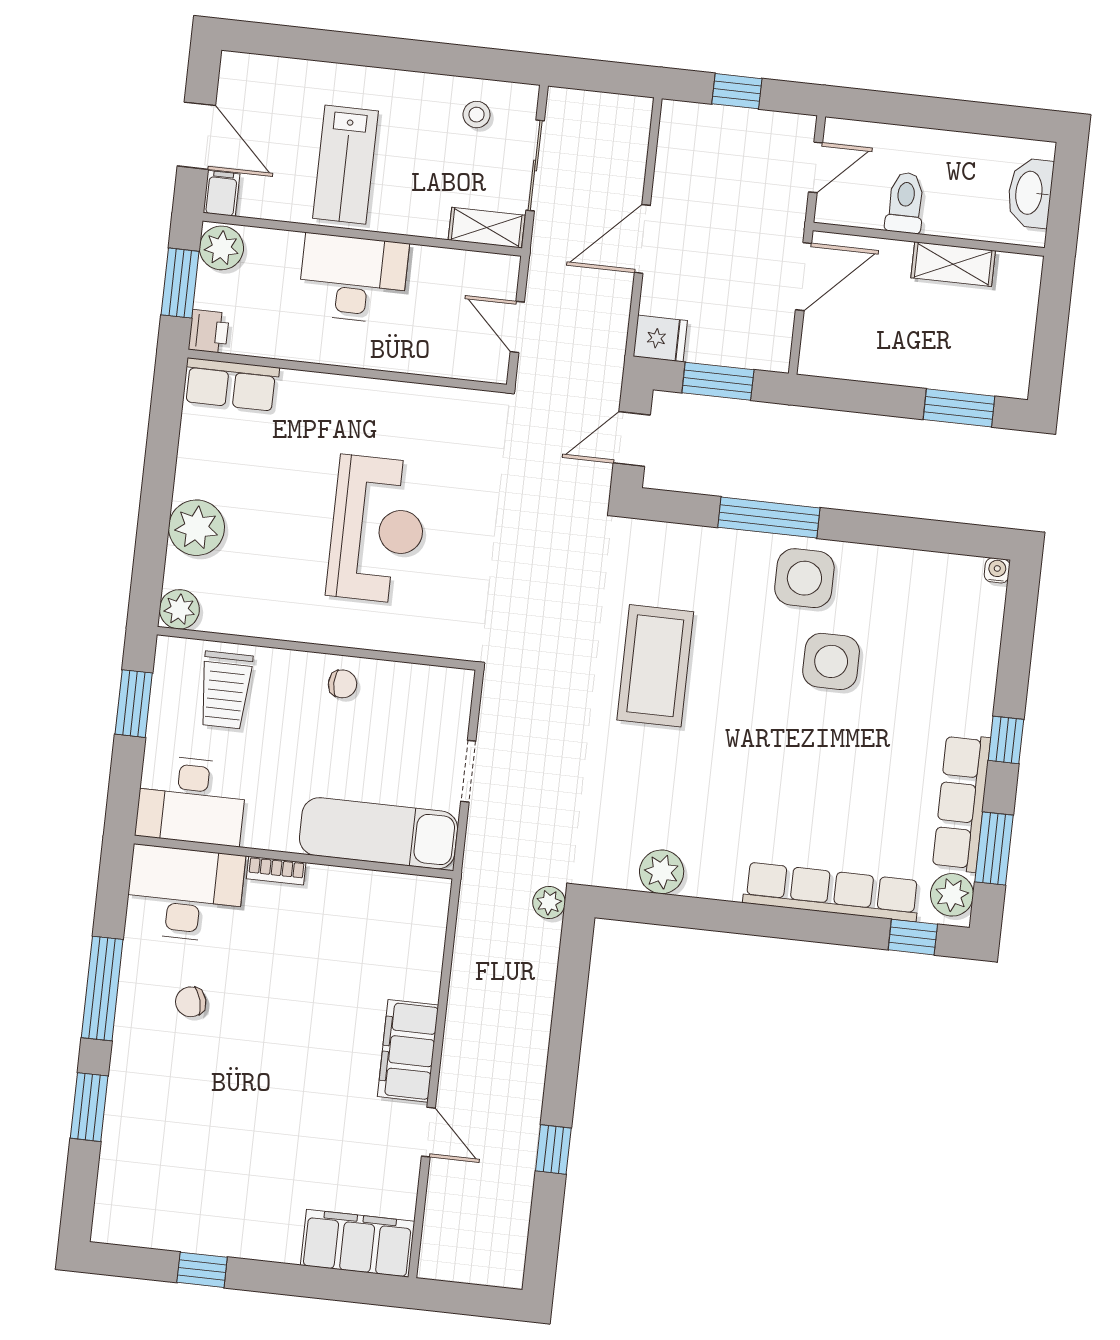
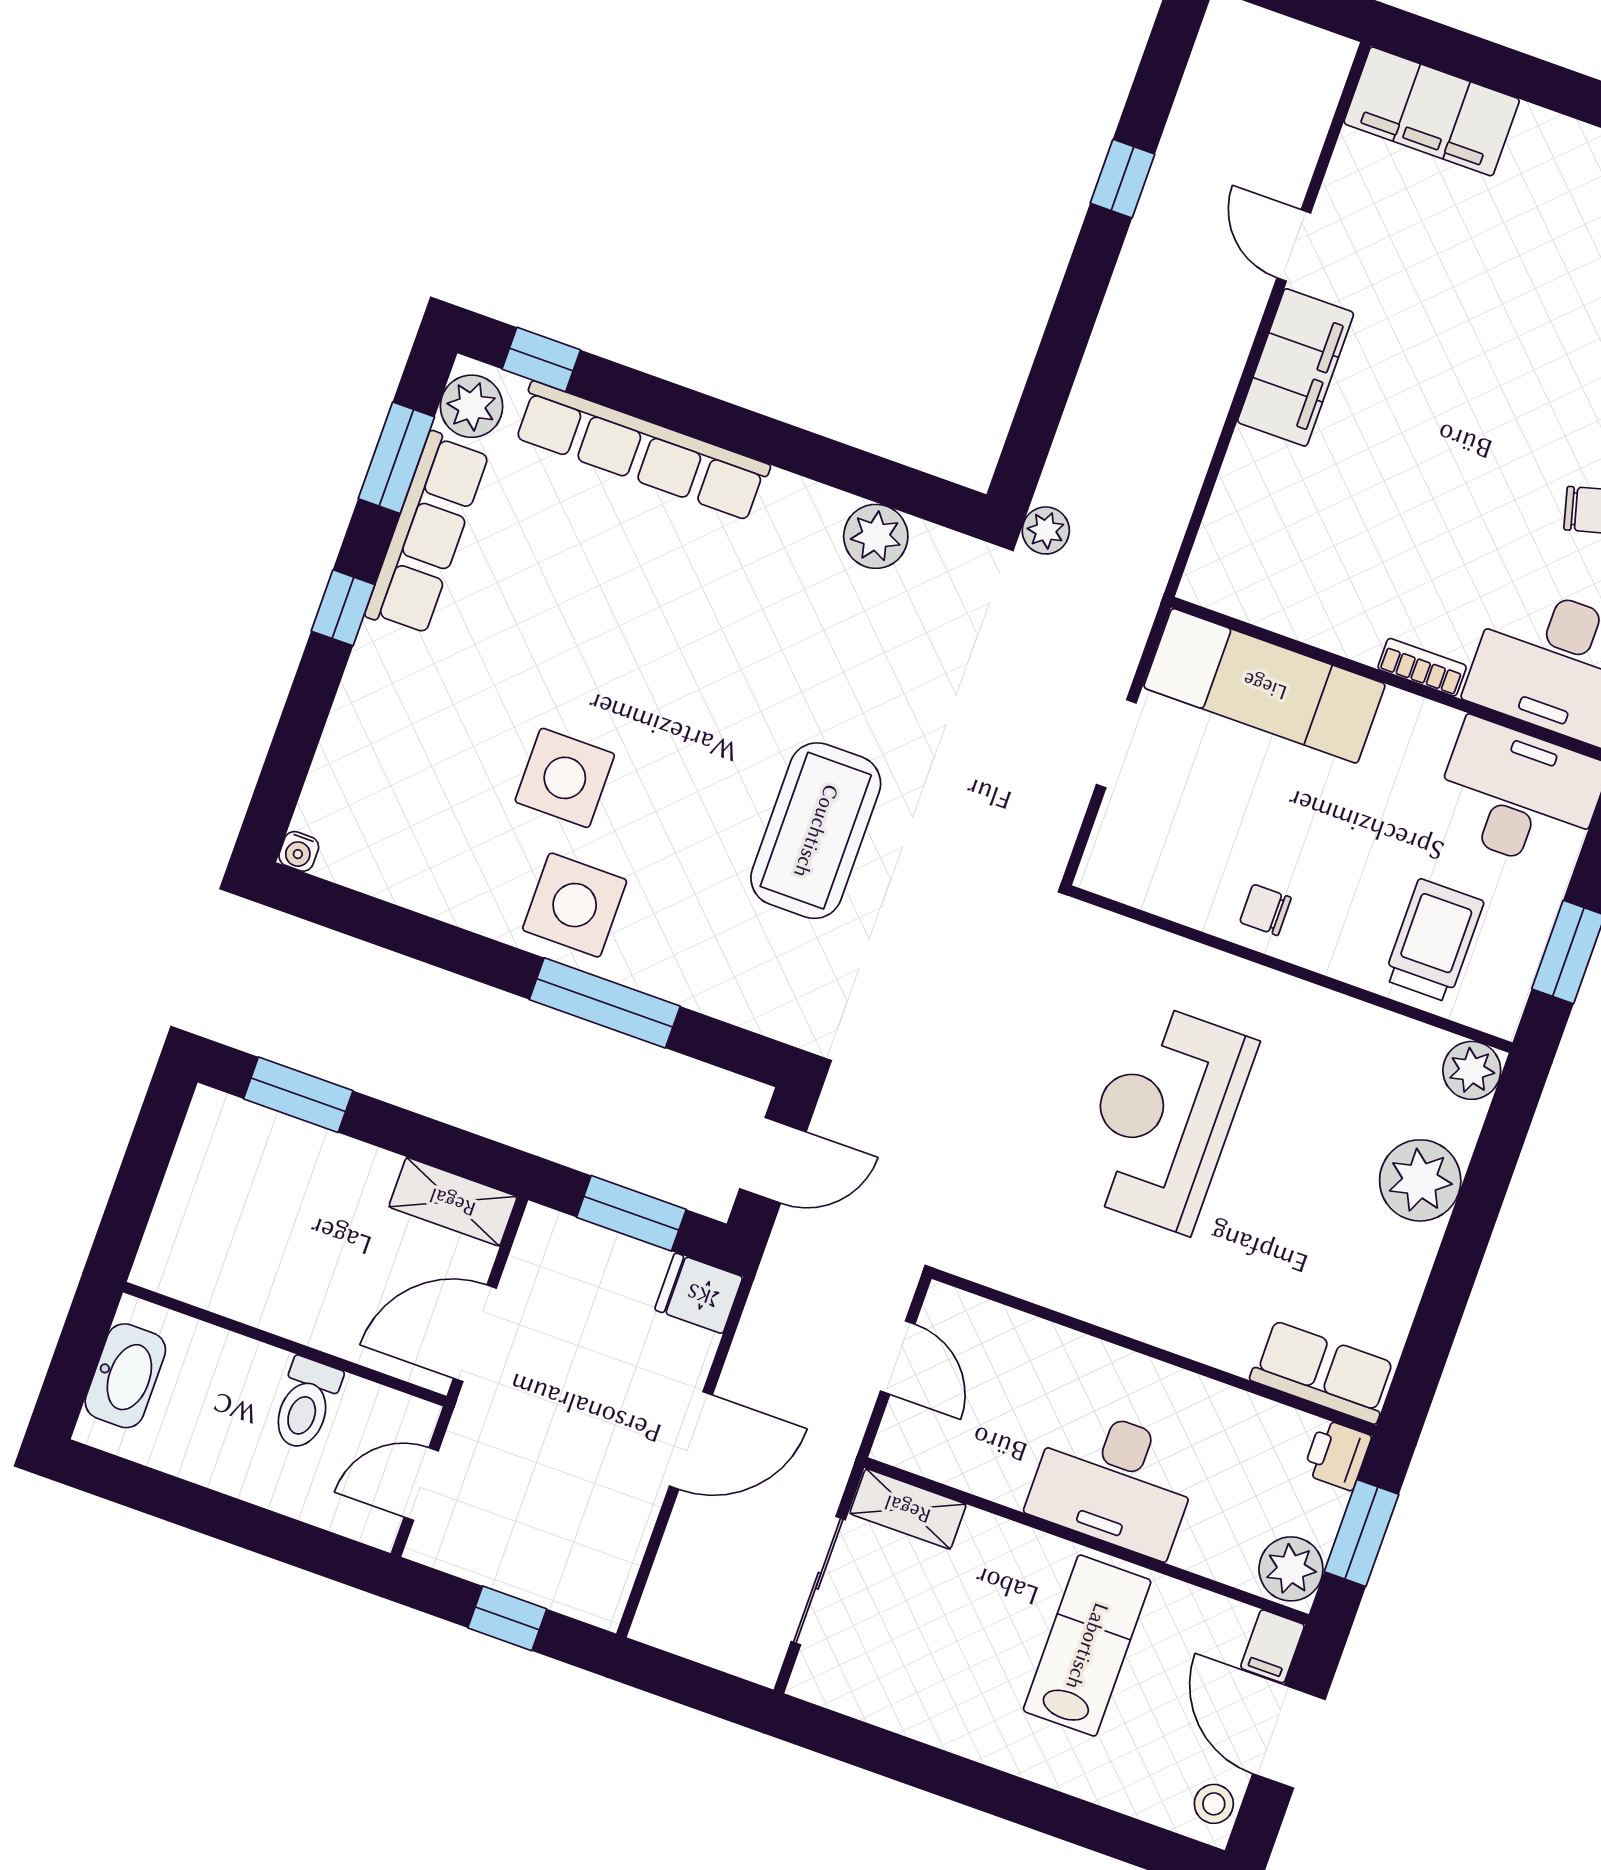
stool: (477, 115) -> (1214, 1804), moved
shelving: (953, 264) -> (453, 1202), moved

